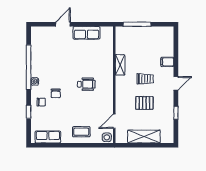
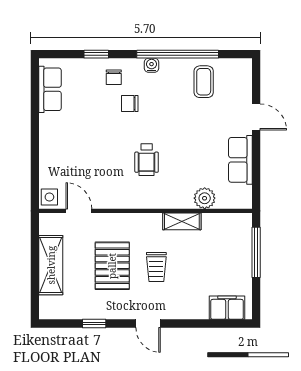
plant: (107, 52) -> (205, 198), added
filing cabinet: (167, 62) -> (227, 308), moved, width x2.00
pallet: (144, 103) -> (112, 266), width x1.50, depth x1.42
coffee table: (81, 132) -> (204, 82), moved

